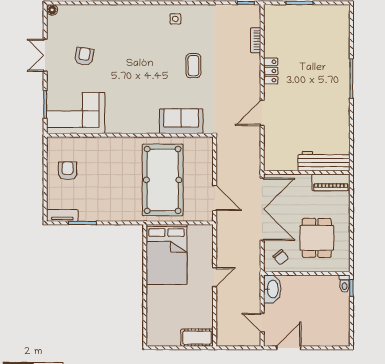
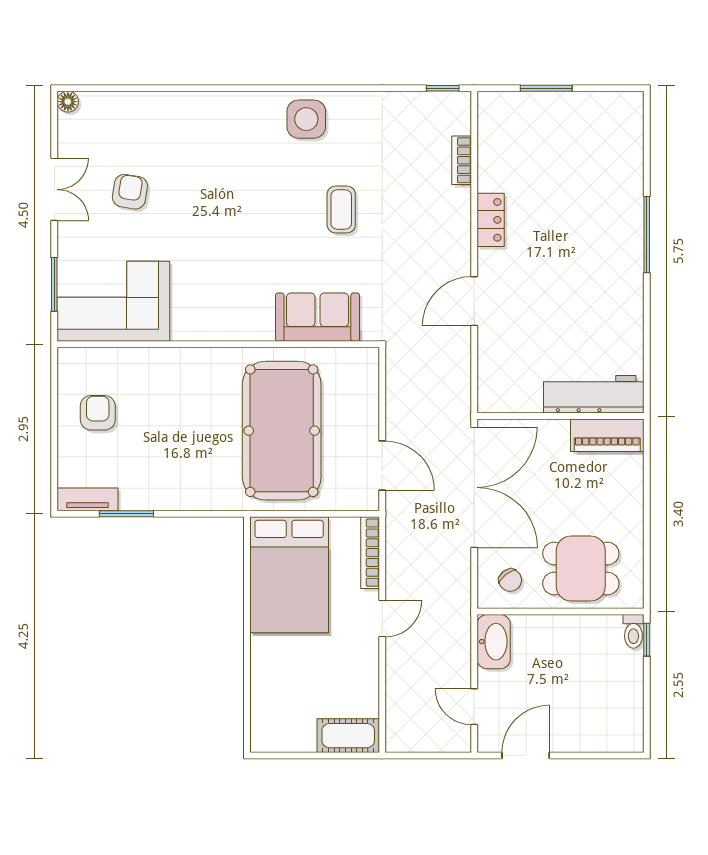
side table: (175, 19) -> (306, 119), width x1.87, depth x1.87
double door: (45, 55) -> (54, 189), swing flipped
dining table: (317, 238) -> (581, 569), moved, turned 90
bookcase: (208, 243) -> (370, 553), added

